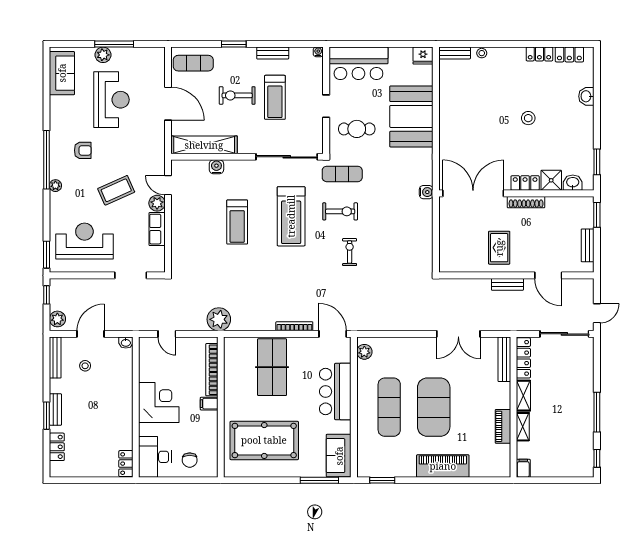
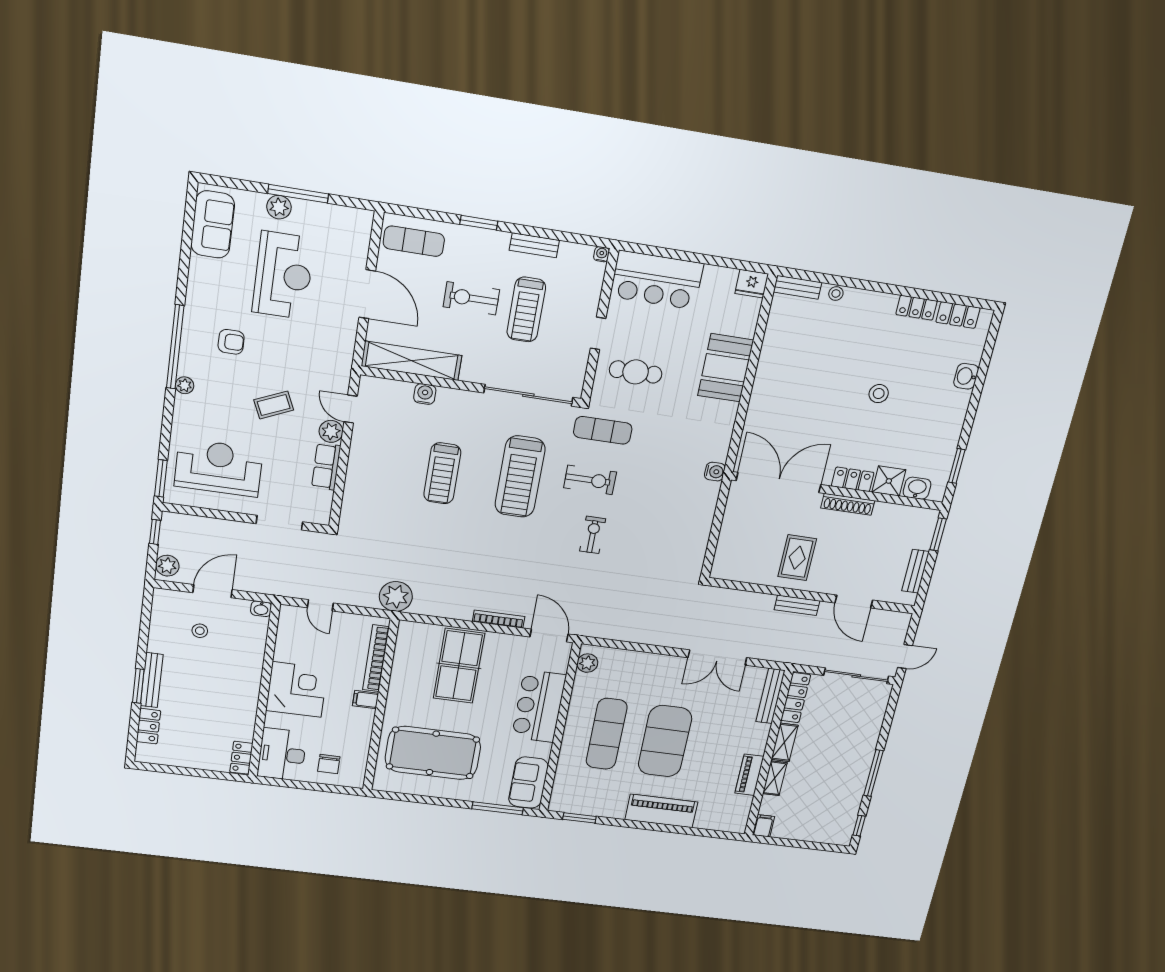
booth: (411, 116) -> (726, 368), width x0.73, depth x0.70
coffee table: (116, 190) -> (274, 405), width x0.73, depth x0.77
bench: (55, 358) -> (159, 615), removed
bench: (55, 410) -> (152, 680), width x1.36

